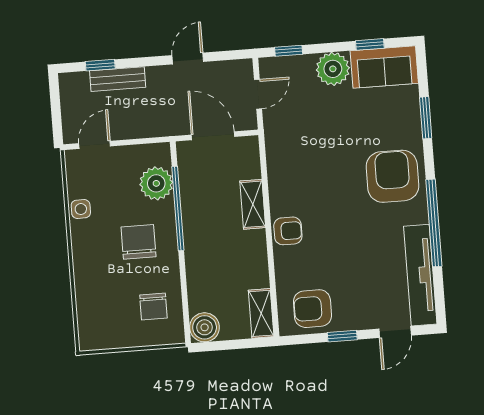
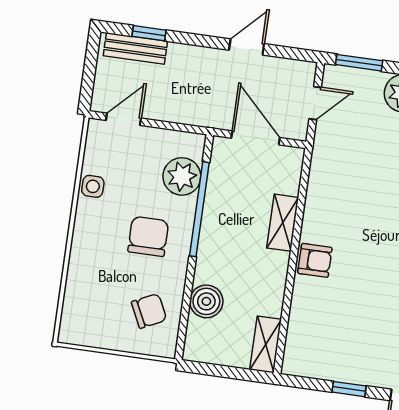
window: (289, 51) -> (359, 63), width x1.50
bench: (118, 79) -> (135, 48), moved
chair: (153, 306) -> (149, 311), turned -116
armchair: (312, 309) -> (323, 352), removed
boiler: (205, 327) -> (206, 301), moved

